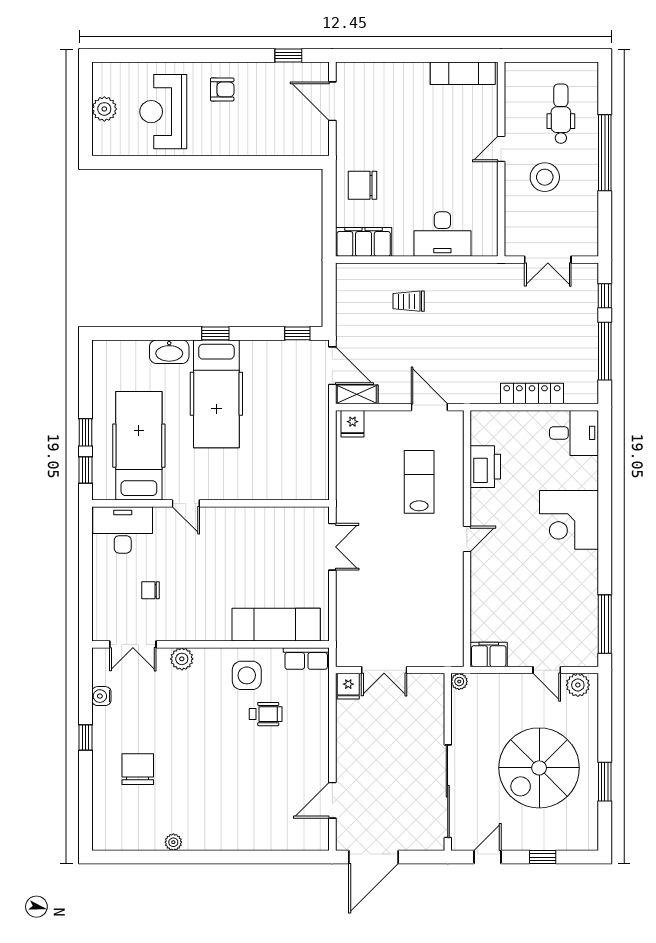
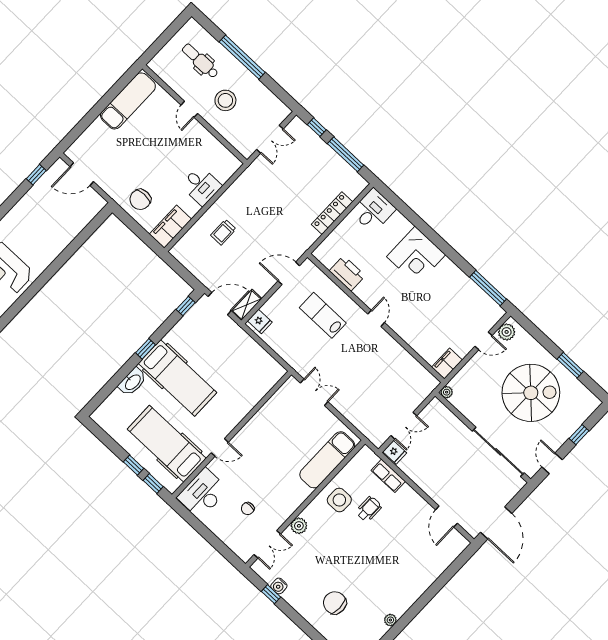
exam couch: (463, 73) -> (128, 101), width x1.36, depth x1.45
armchair: (222, 89) -> (22, 226), removed
desk: (442, 234) -> (201, 186), width x0.73
row of seats: (306, 659) -> (388, 476), moved, turned 90
window: (85, 737) -> (271, 594), moved
spiral stairs: (539, 768) -> (531, 393), turned -90

